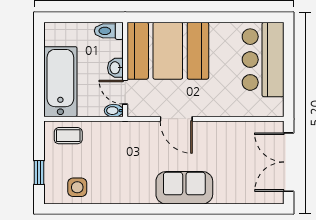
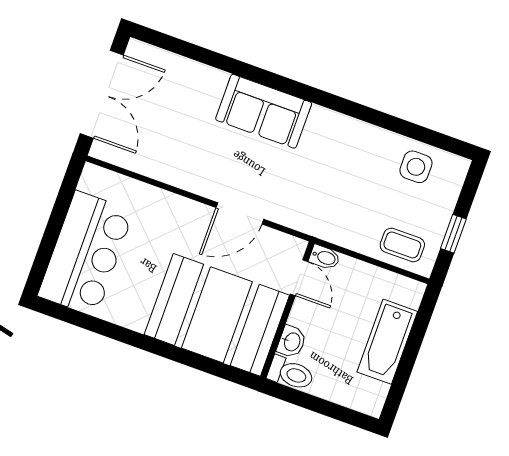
washbasin: (115, 68) -> (292, 342), moved
bathtub: (60, 82) -> (387, 342), width x0.73, depth x0.73
door: (176, 119) -> (240, 213), swing flipped
window: (39, 173) -> (453, 234), moved

